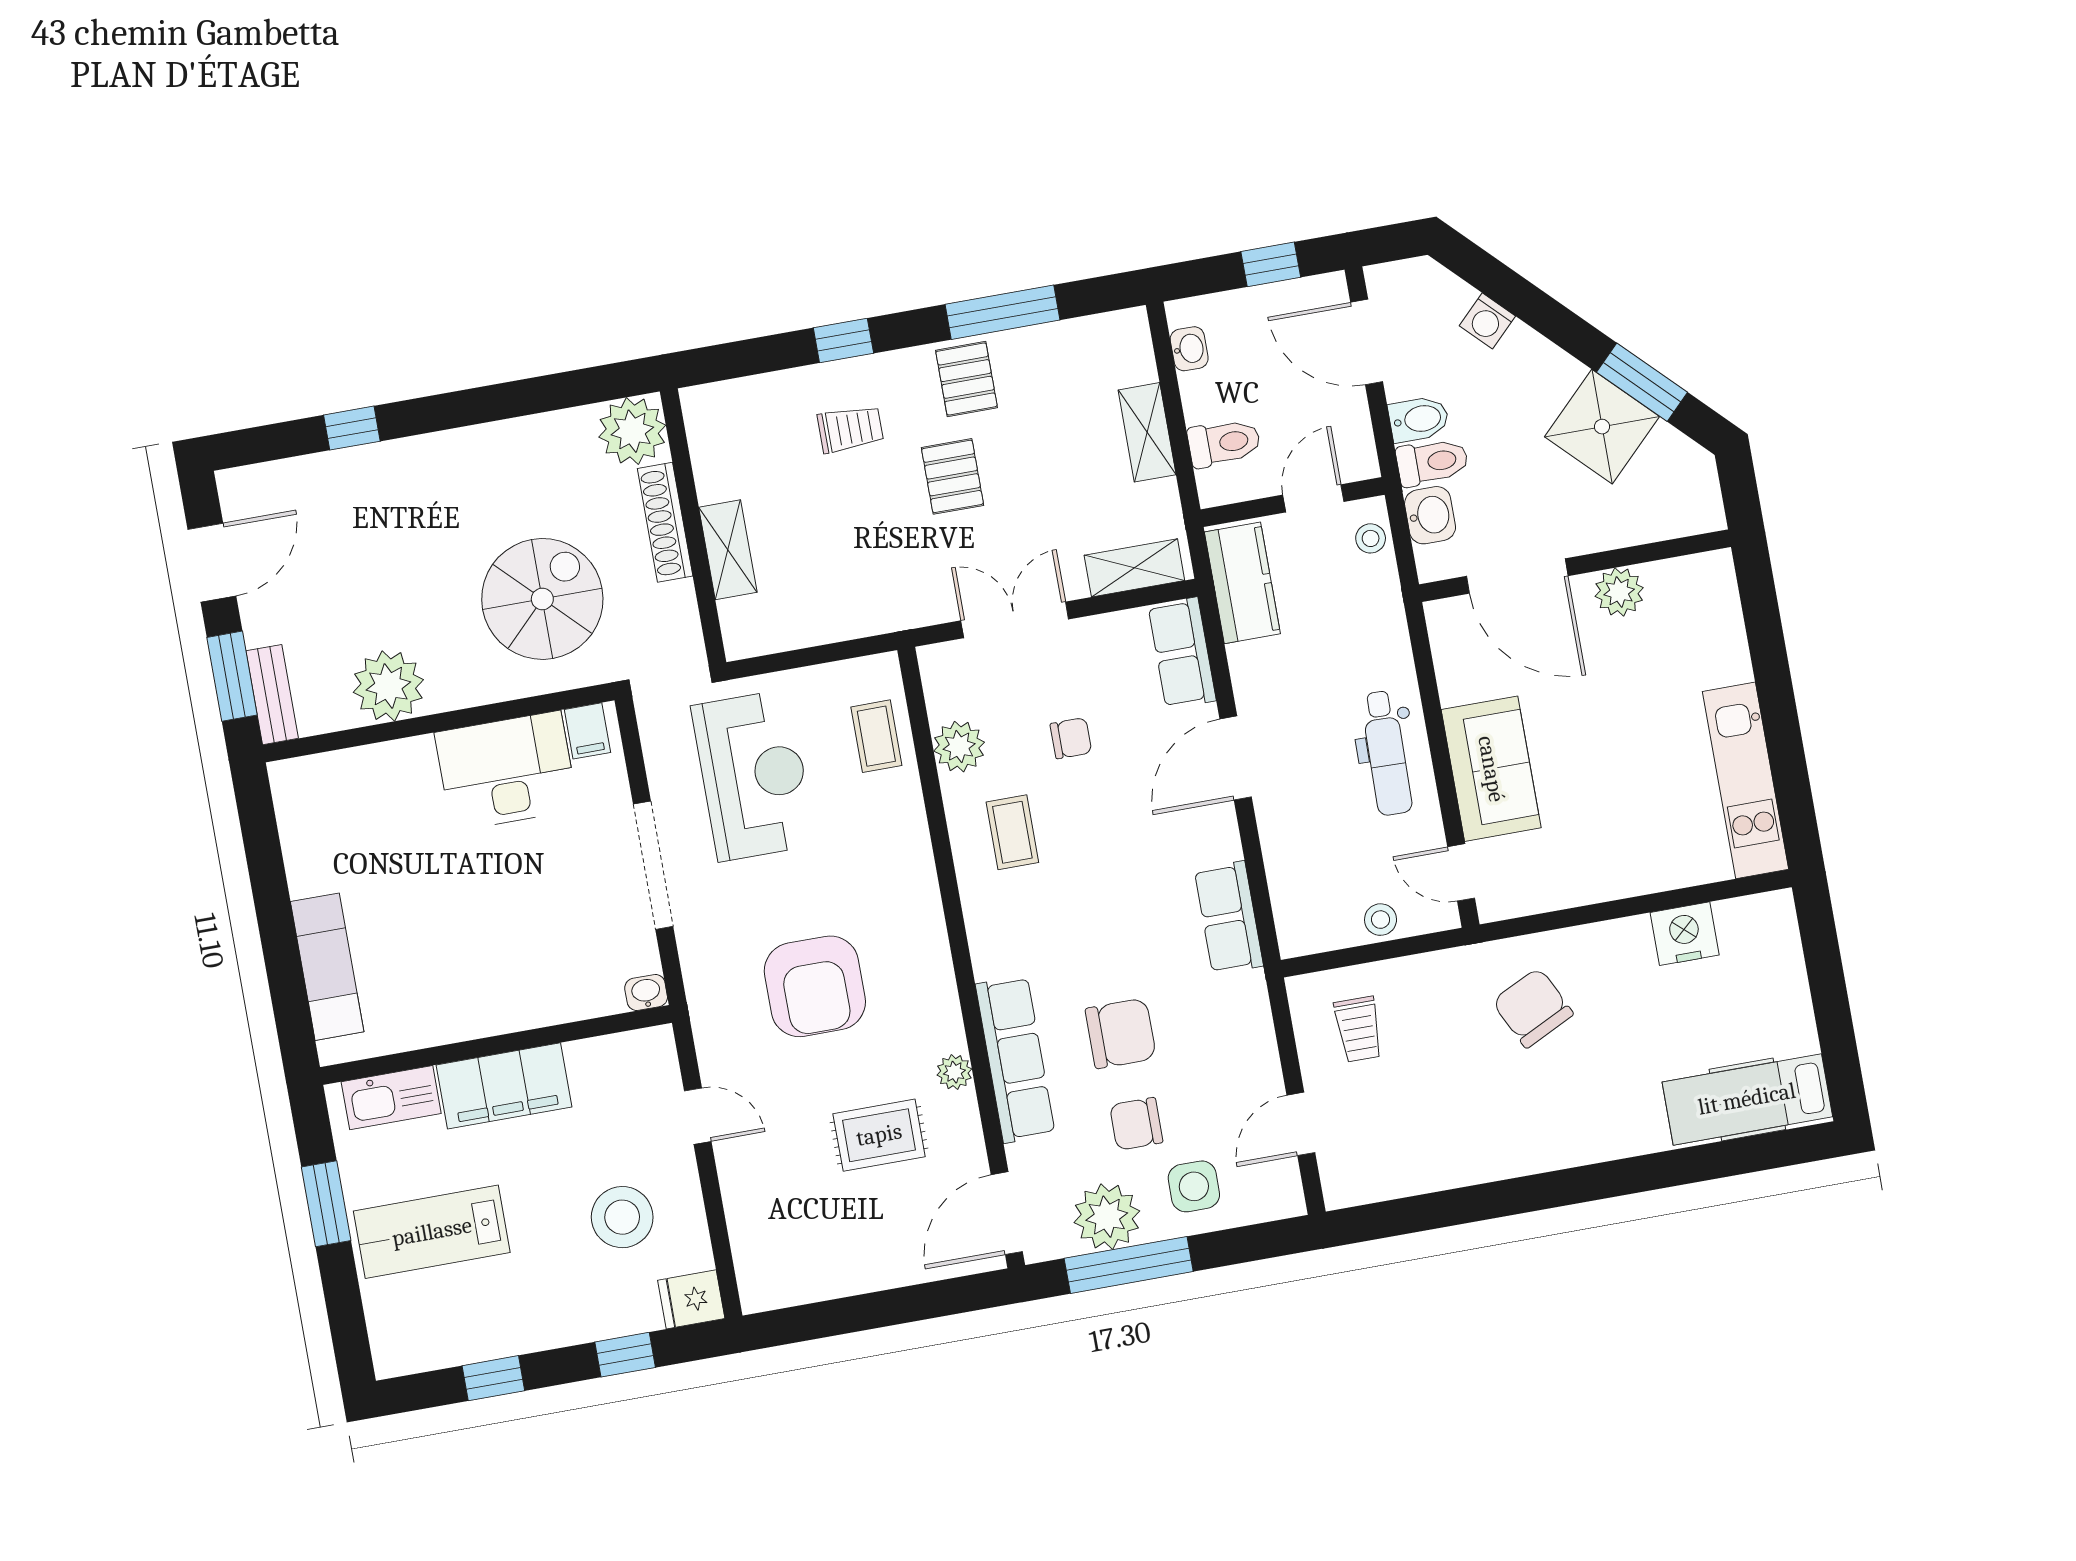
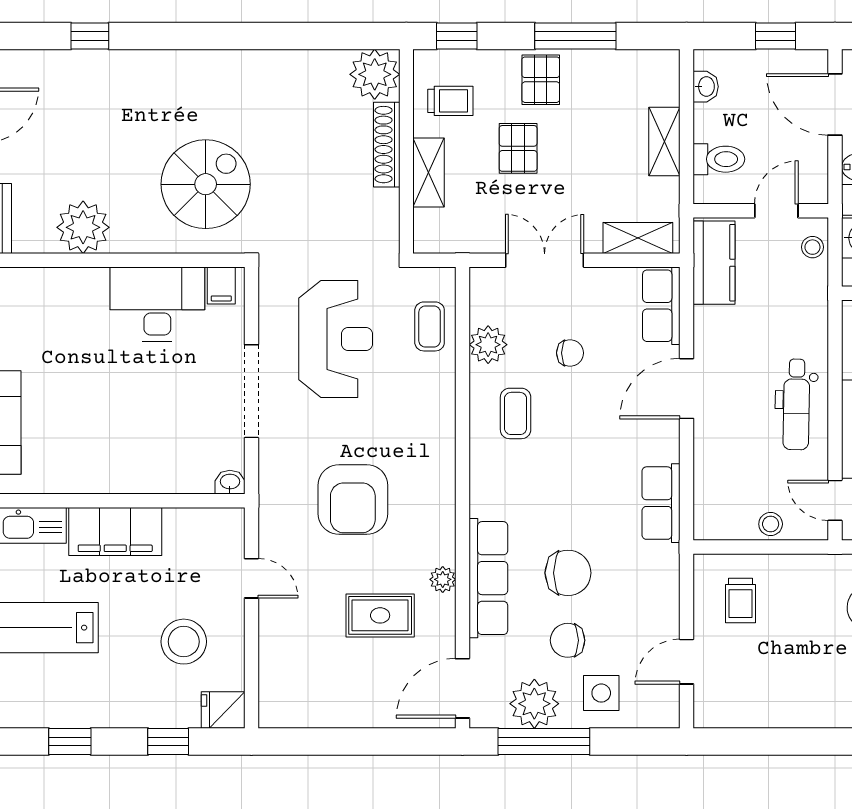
plant: (632, 431) -> (375, 74), moved
shoe rack: (665, 522) -> (387, 145), moved
wall: (693, 527) -> (406, 151), moved
shelving: (728, 550) -> (429, 173), moved

